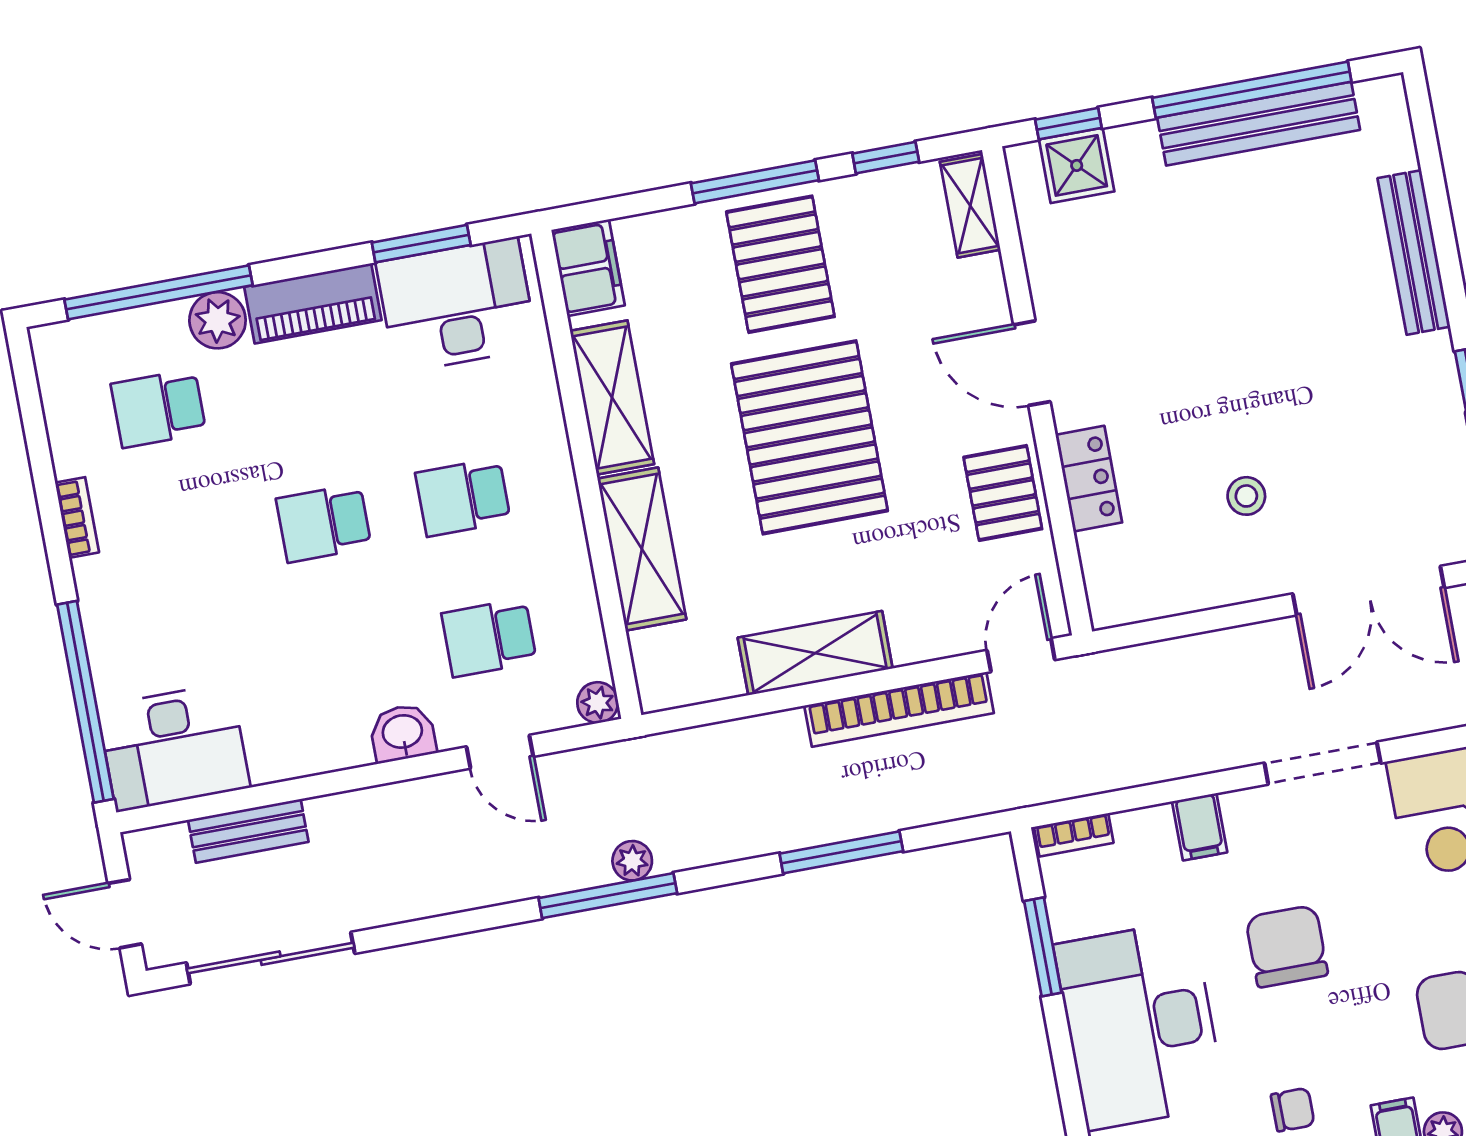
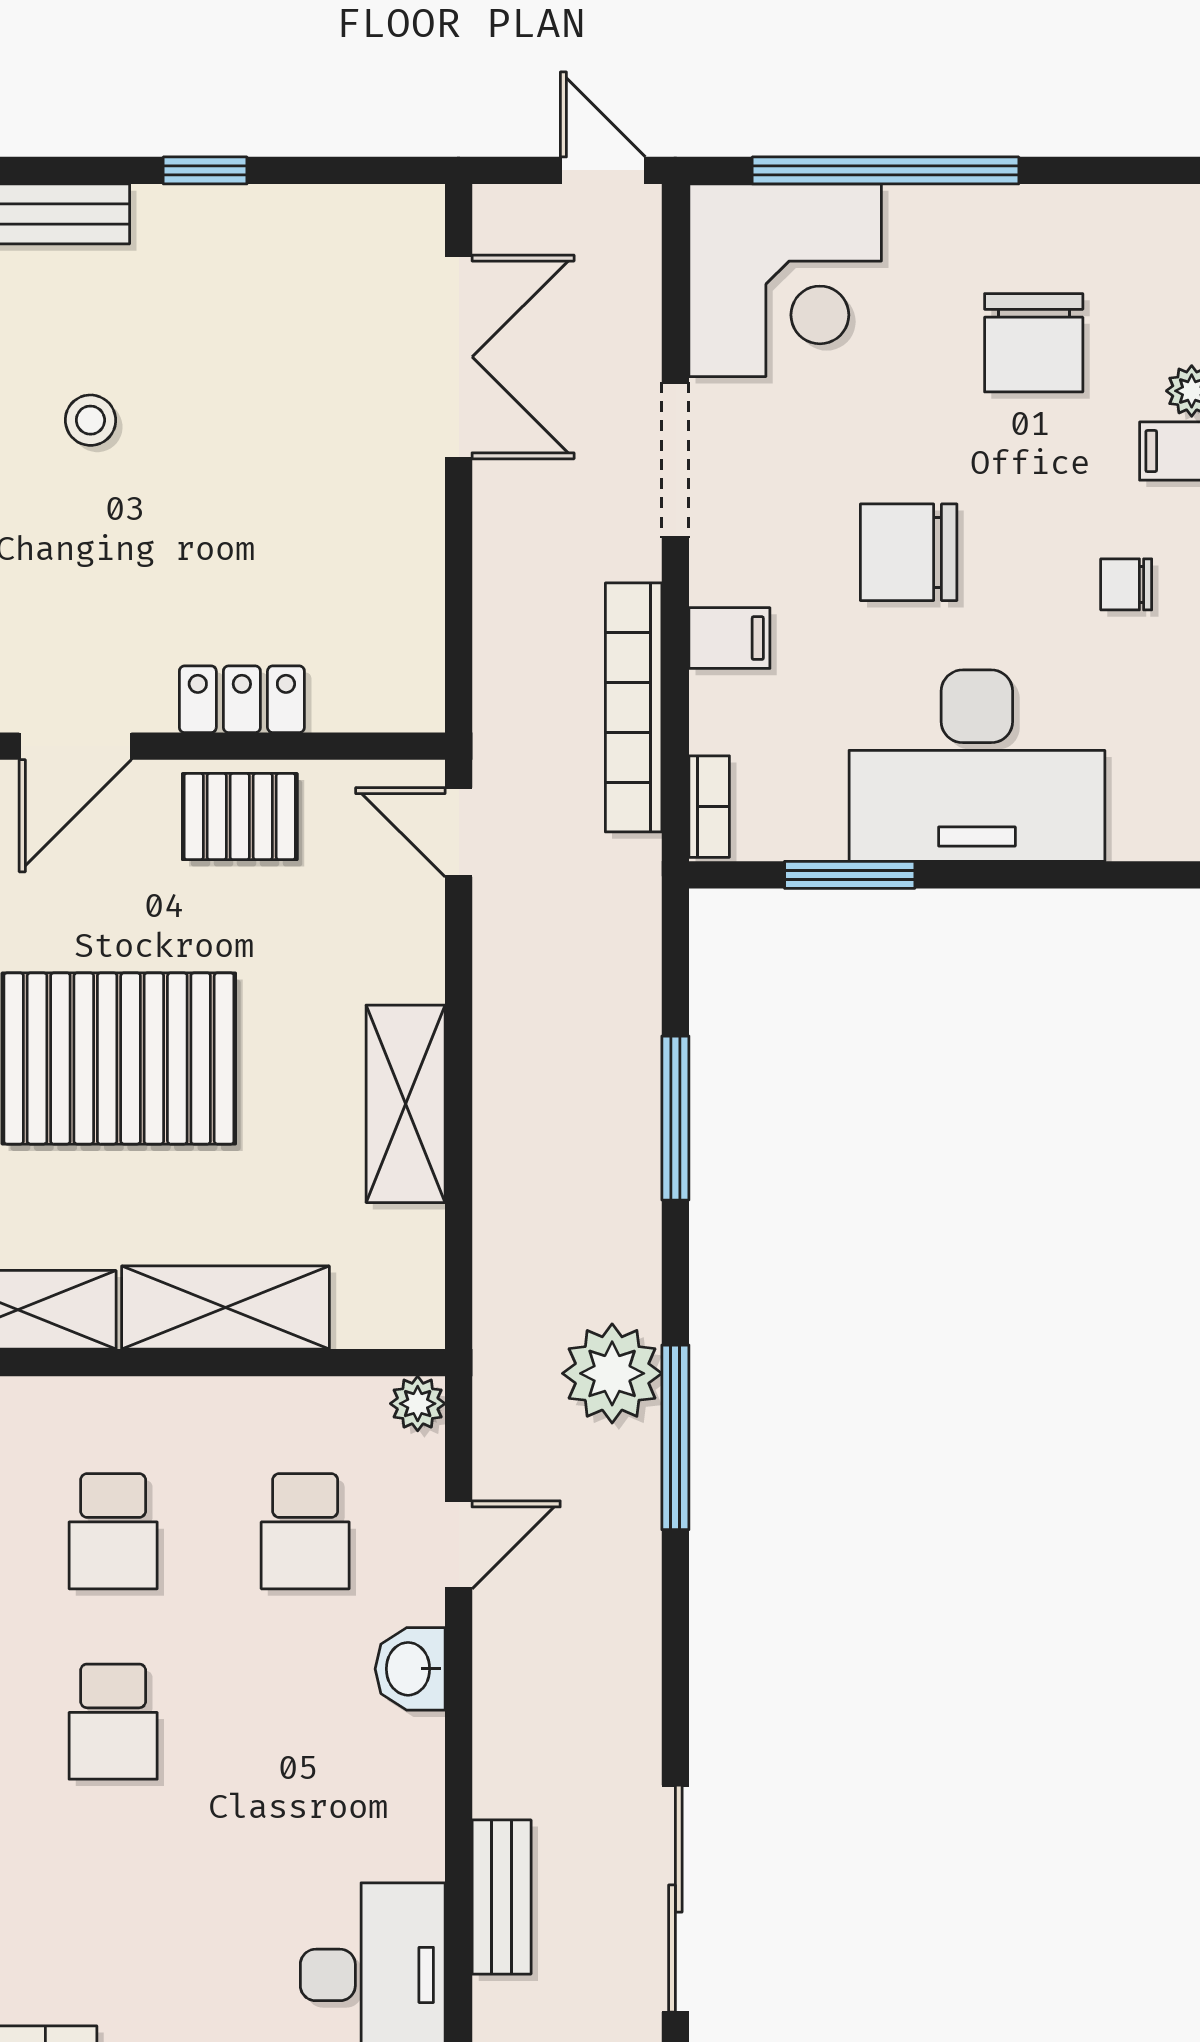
stool: (1246, 496) -> (90, 420), moved
bookcase: (899, 709) -> (634, 707), moved, turned 180
plant: (632, 861) -> (612, 1373), width x1.87, depth x1.87
chair: (1293, 1110) -> (1126, 584), turned -90

